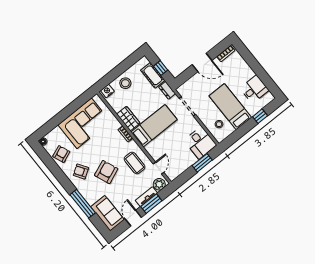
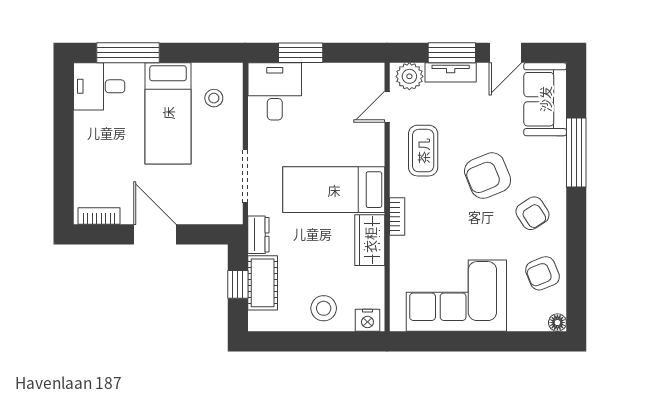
desk: (254, 89) -> (99, 86), moved
window: (260, 116) -> (128, 53), width x2.17

